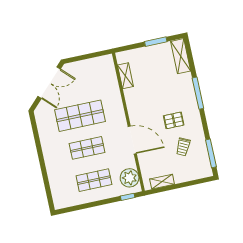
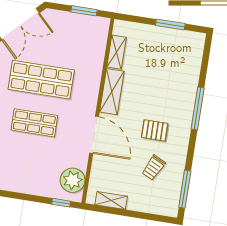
window: (91, 56) -> (84, 11), added
shelving: (181, 56) -> (112, 92), moved
shop shelf: (94, 180) -> (28, 166), removed

